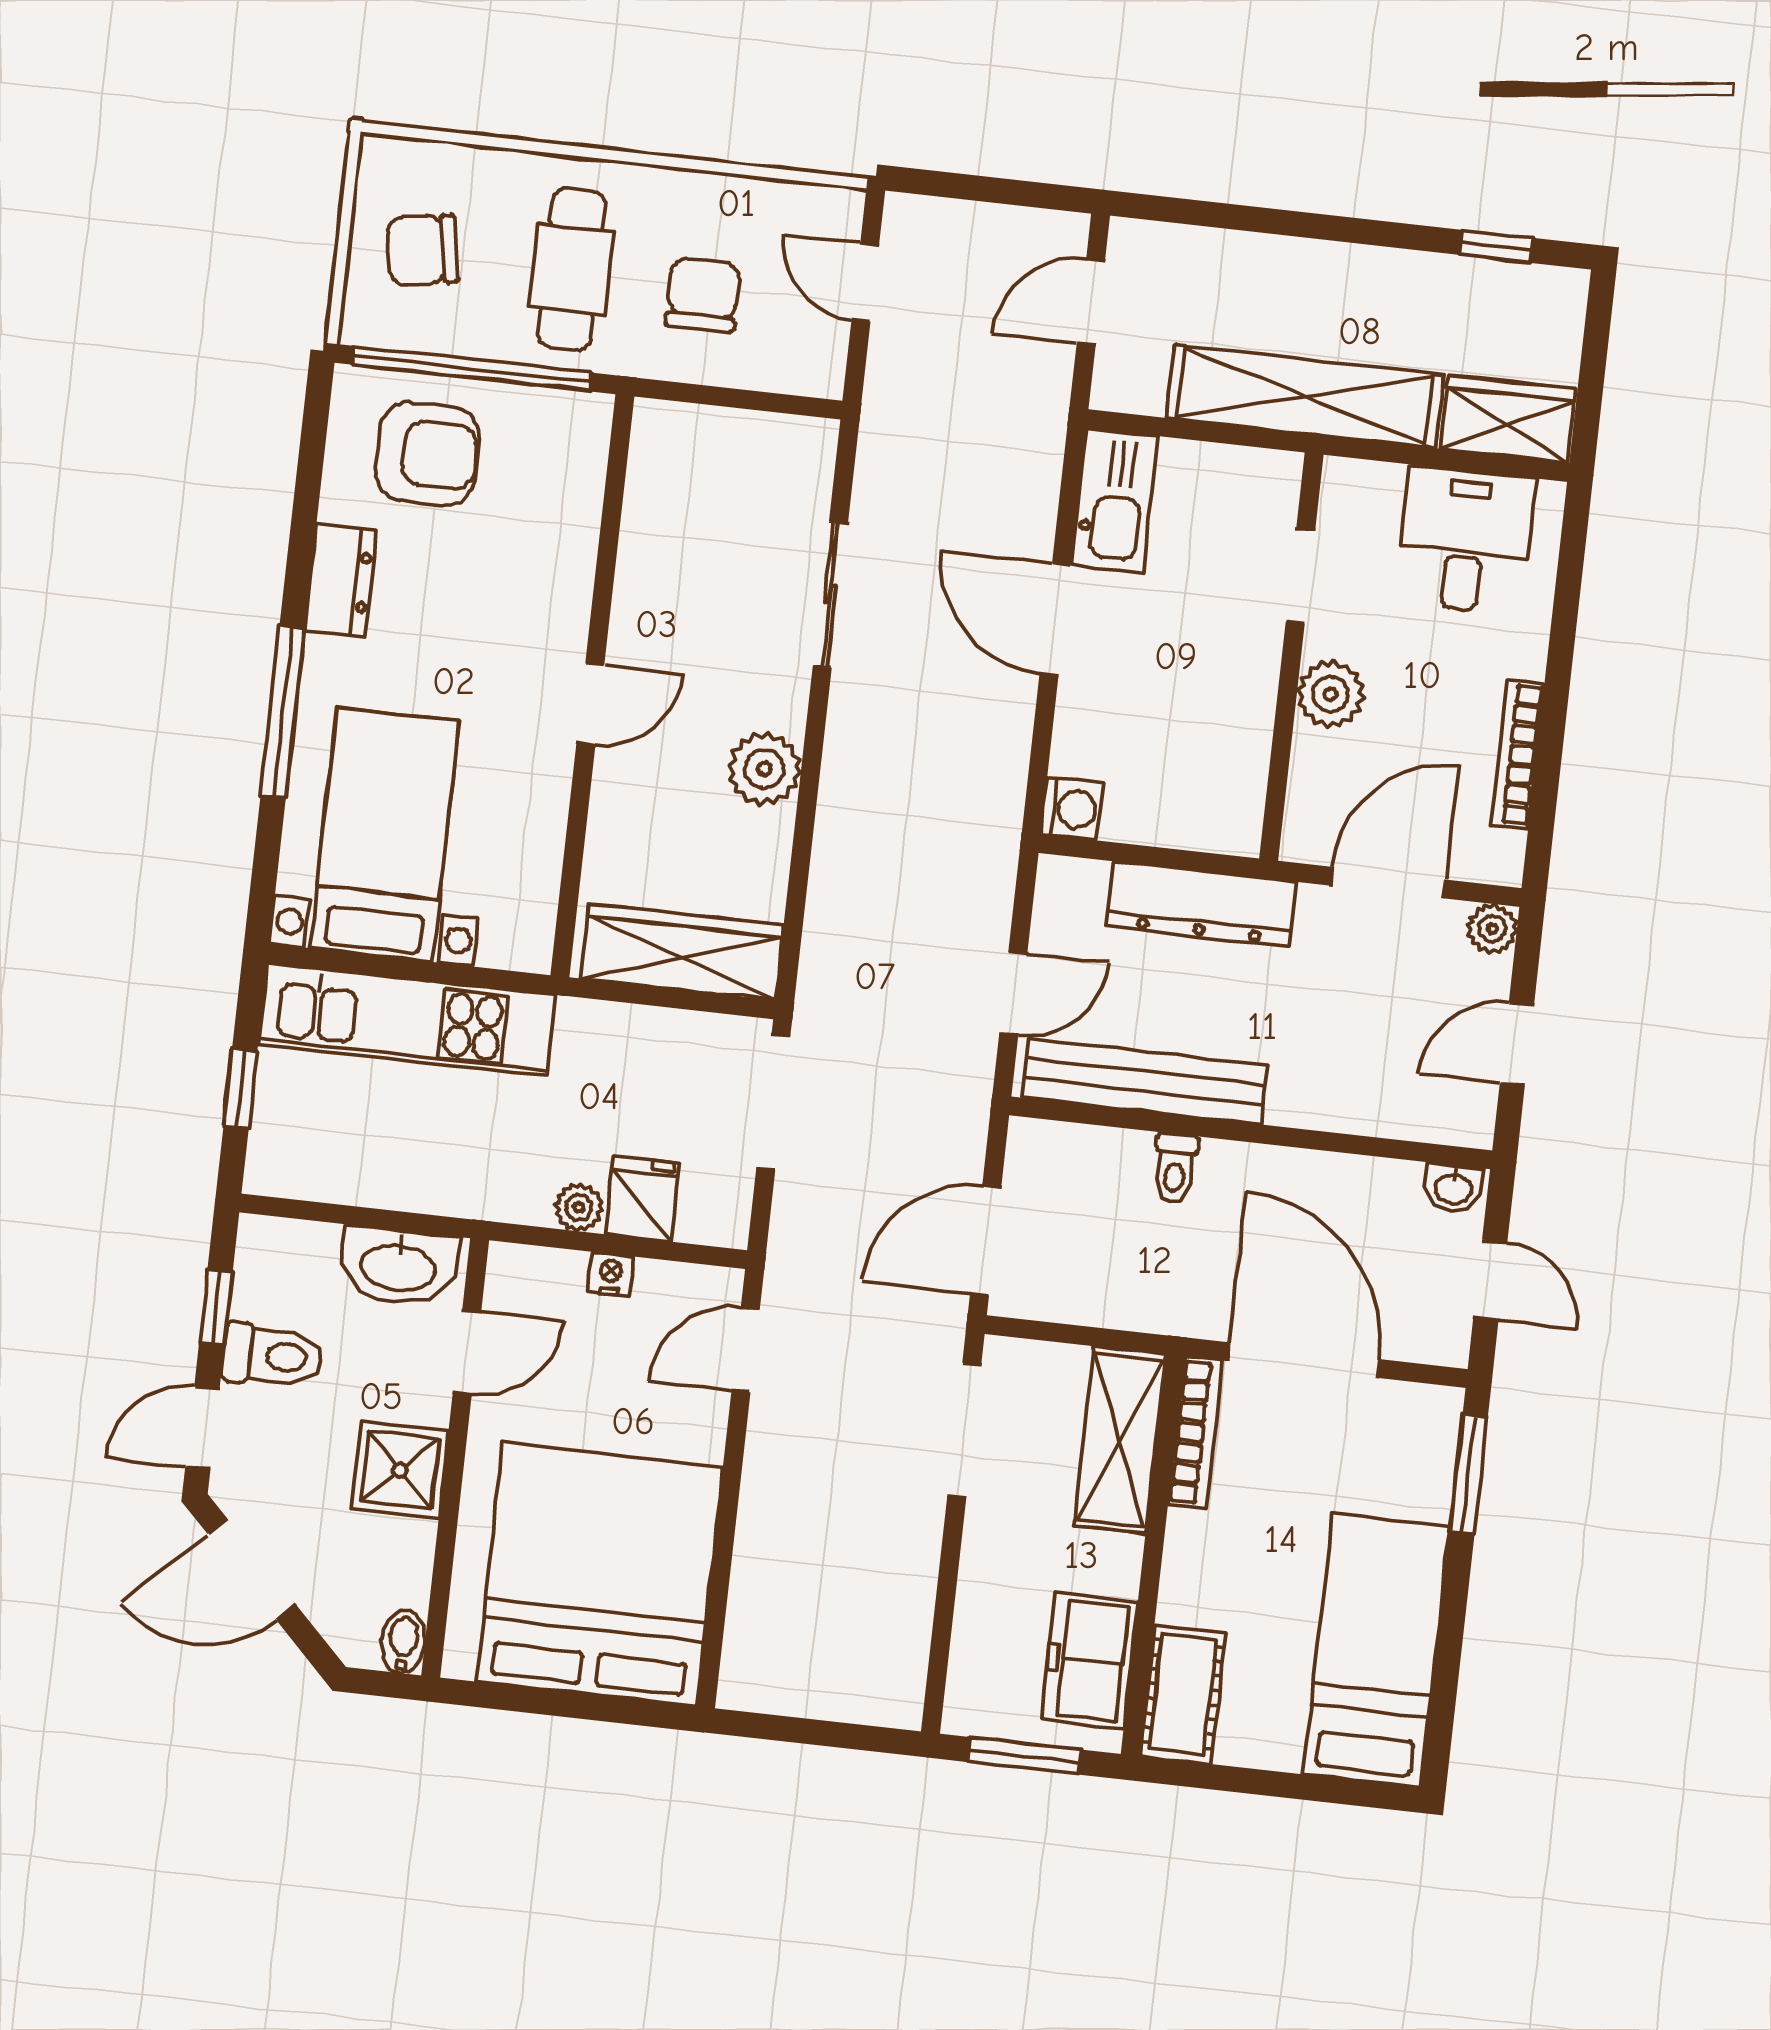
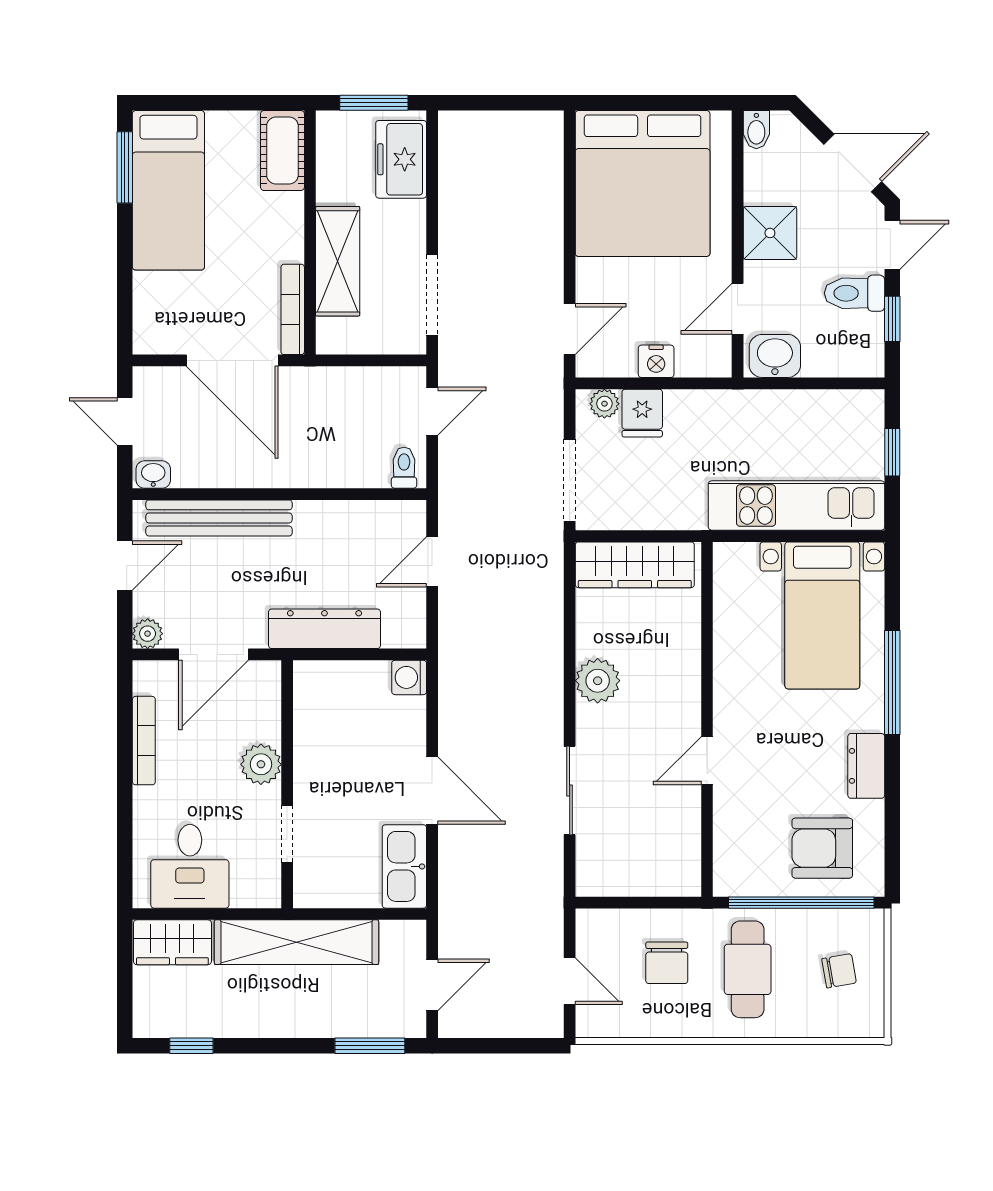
window: (1204, 214) -> (370, 1046), added
chair: (422, 250) -> (839, 971), width x0.73, depth x0.73
door: (590, 704) -> (707, 761), moved
bench: (1145, 1081) -> (219, 518), moved
toilet: (1175, 1168) -> (404, 468), moved
plant: (579, 1207) -> (604, 404), moved
door: (986, 1240) -> (432, 411), width x0.73
washbasin: (398, 1266) -> (775, 356), width x0.72
nightstand: (611, 1274) -> (656, 361), width x1.39, depth x1.35
shelving: (1120, 1440) -> (338, 261), moved
window: (1469, 1475) -> (125, 167), moved
freezer: (1089, 1661) -> (401, 159), moved, turned 180

